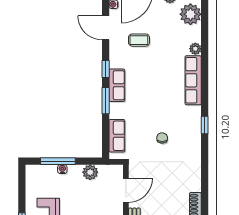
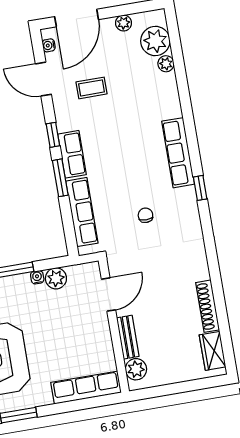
plant: (195, 49) -> (166, 64), moved
row of seats: (193, 80) -> (178, 153), moved
row of seats: (117, 136) -> (82, 212), width x1.48
water cooler: (62, 169) -> (37, 277), moved

